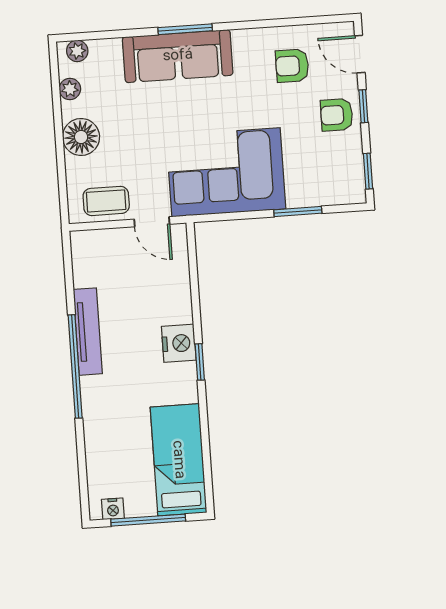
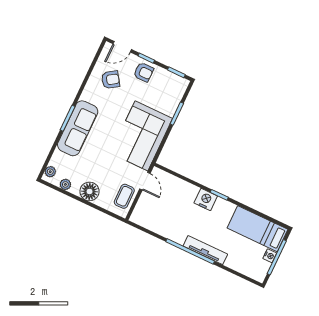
armchair: (292, 66) -> (111, 80), turned -124
armchair: (337, 115) -> (144, 72), turned -90
door: (152, 222) -> (145, 181), hinge flipped
tv unit: (88, 332) -> (205, 250), moved
nightstand: (113, 509) -> (270, 256), moved

